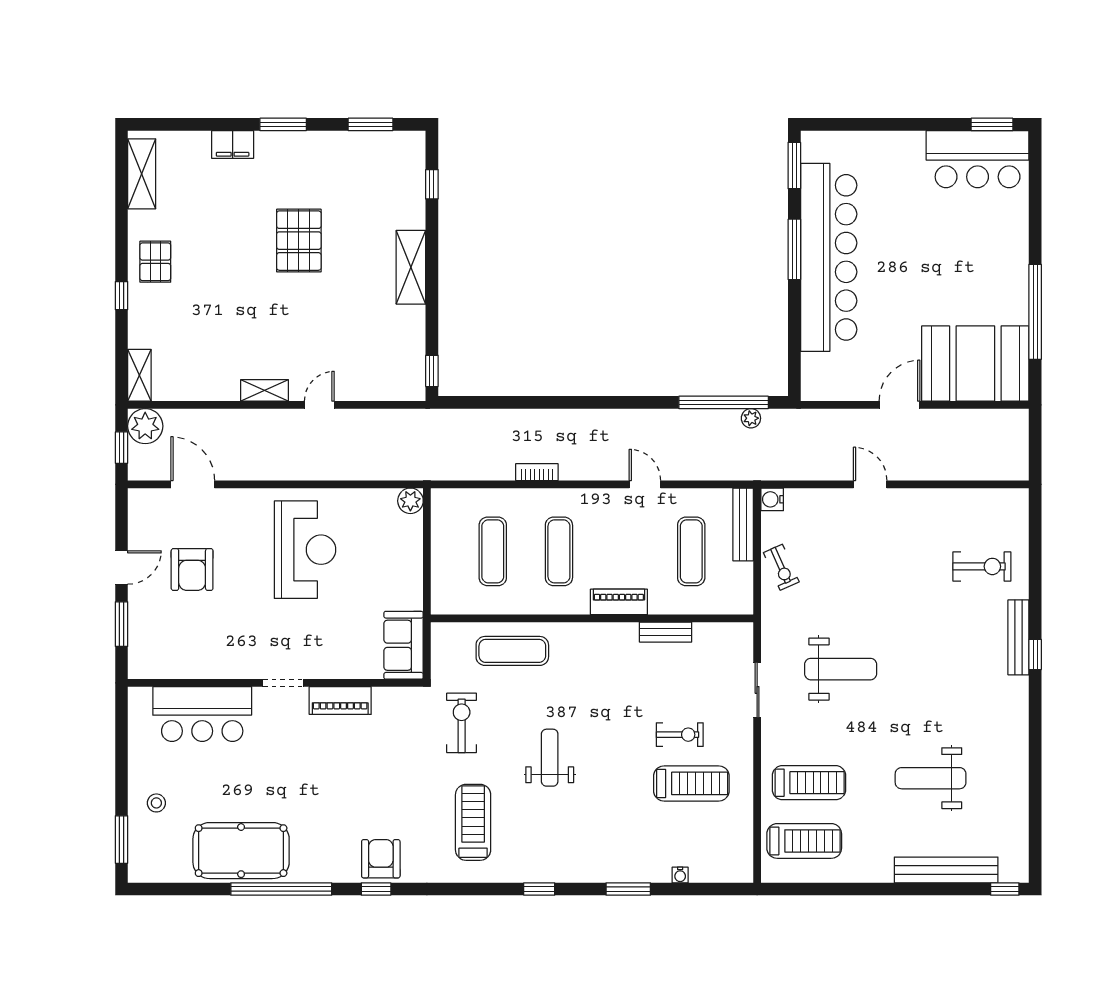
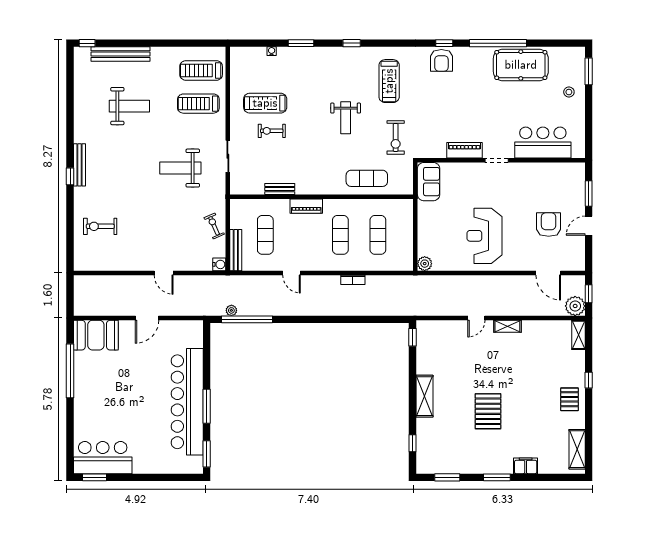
booth: (975, 364) -> (96, 335), width x0.73, depth x0.70
bench: (1018, 637) -> (79, 165), moved

